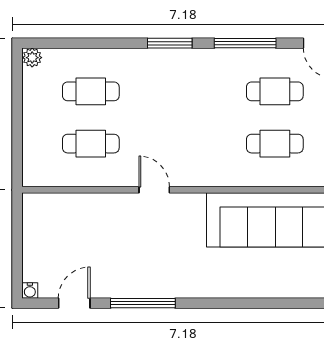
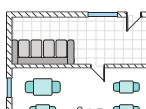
cafe table: (275, 144) -> (43, 87), width x1.37, depth x1.35

